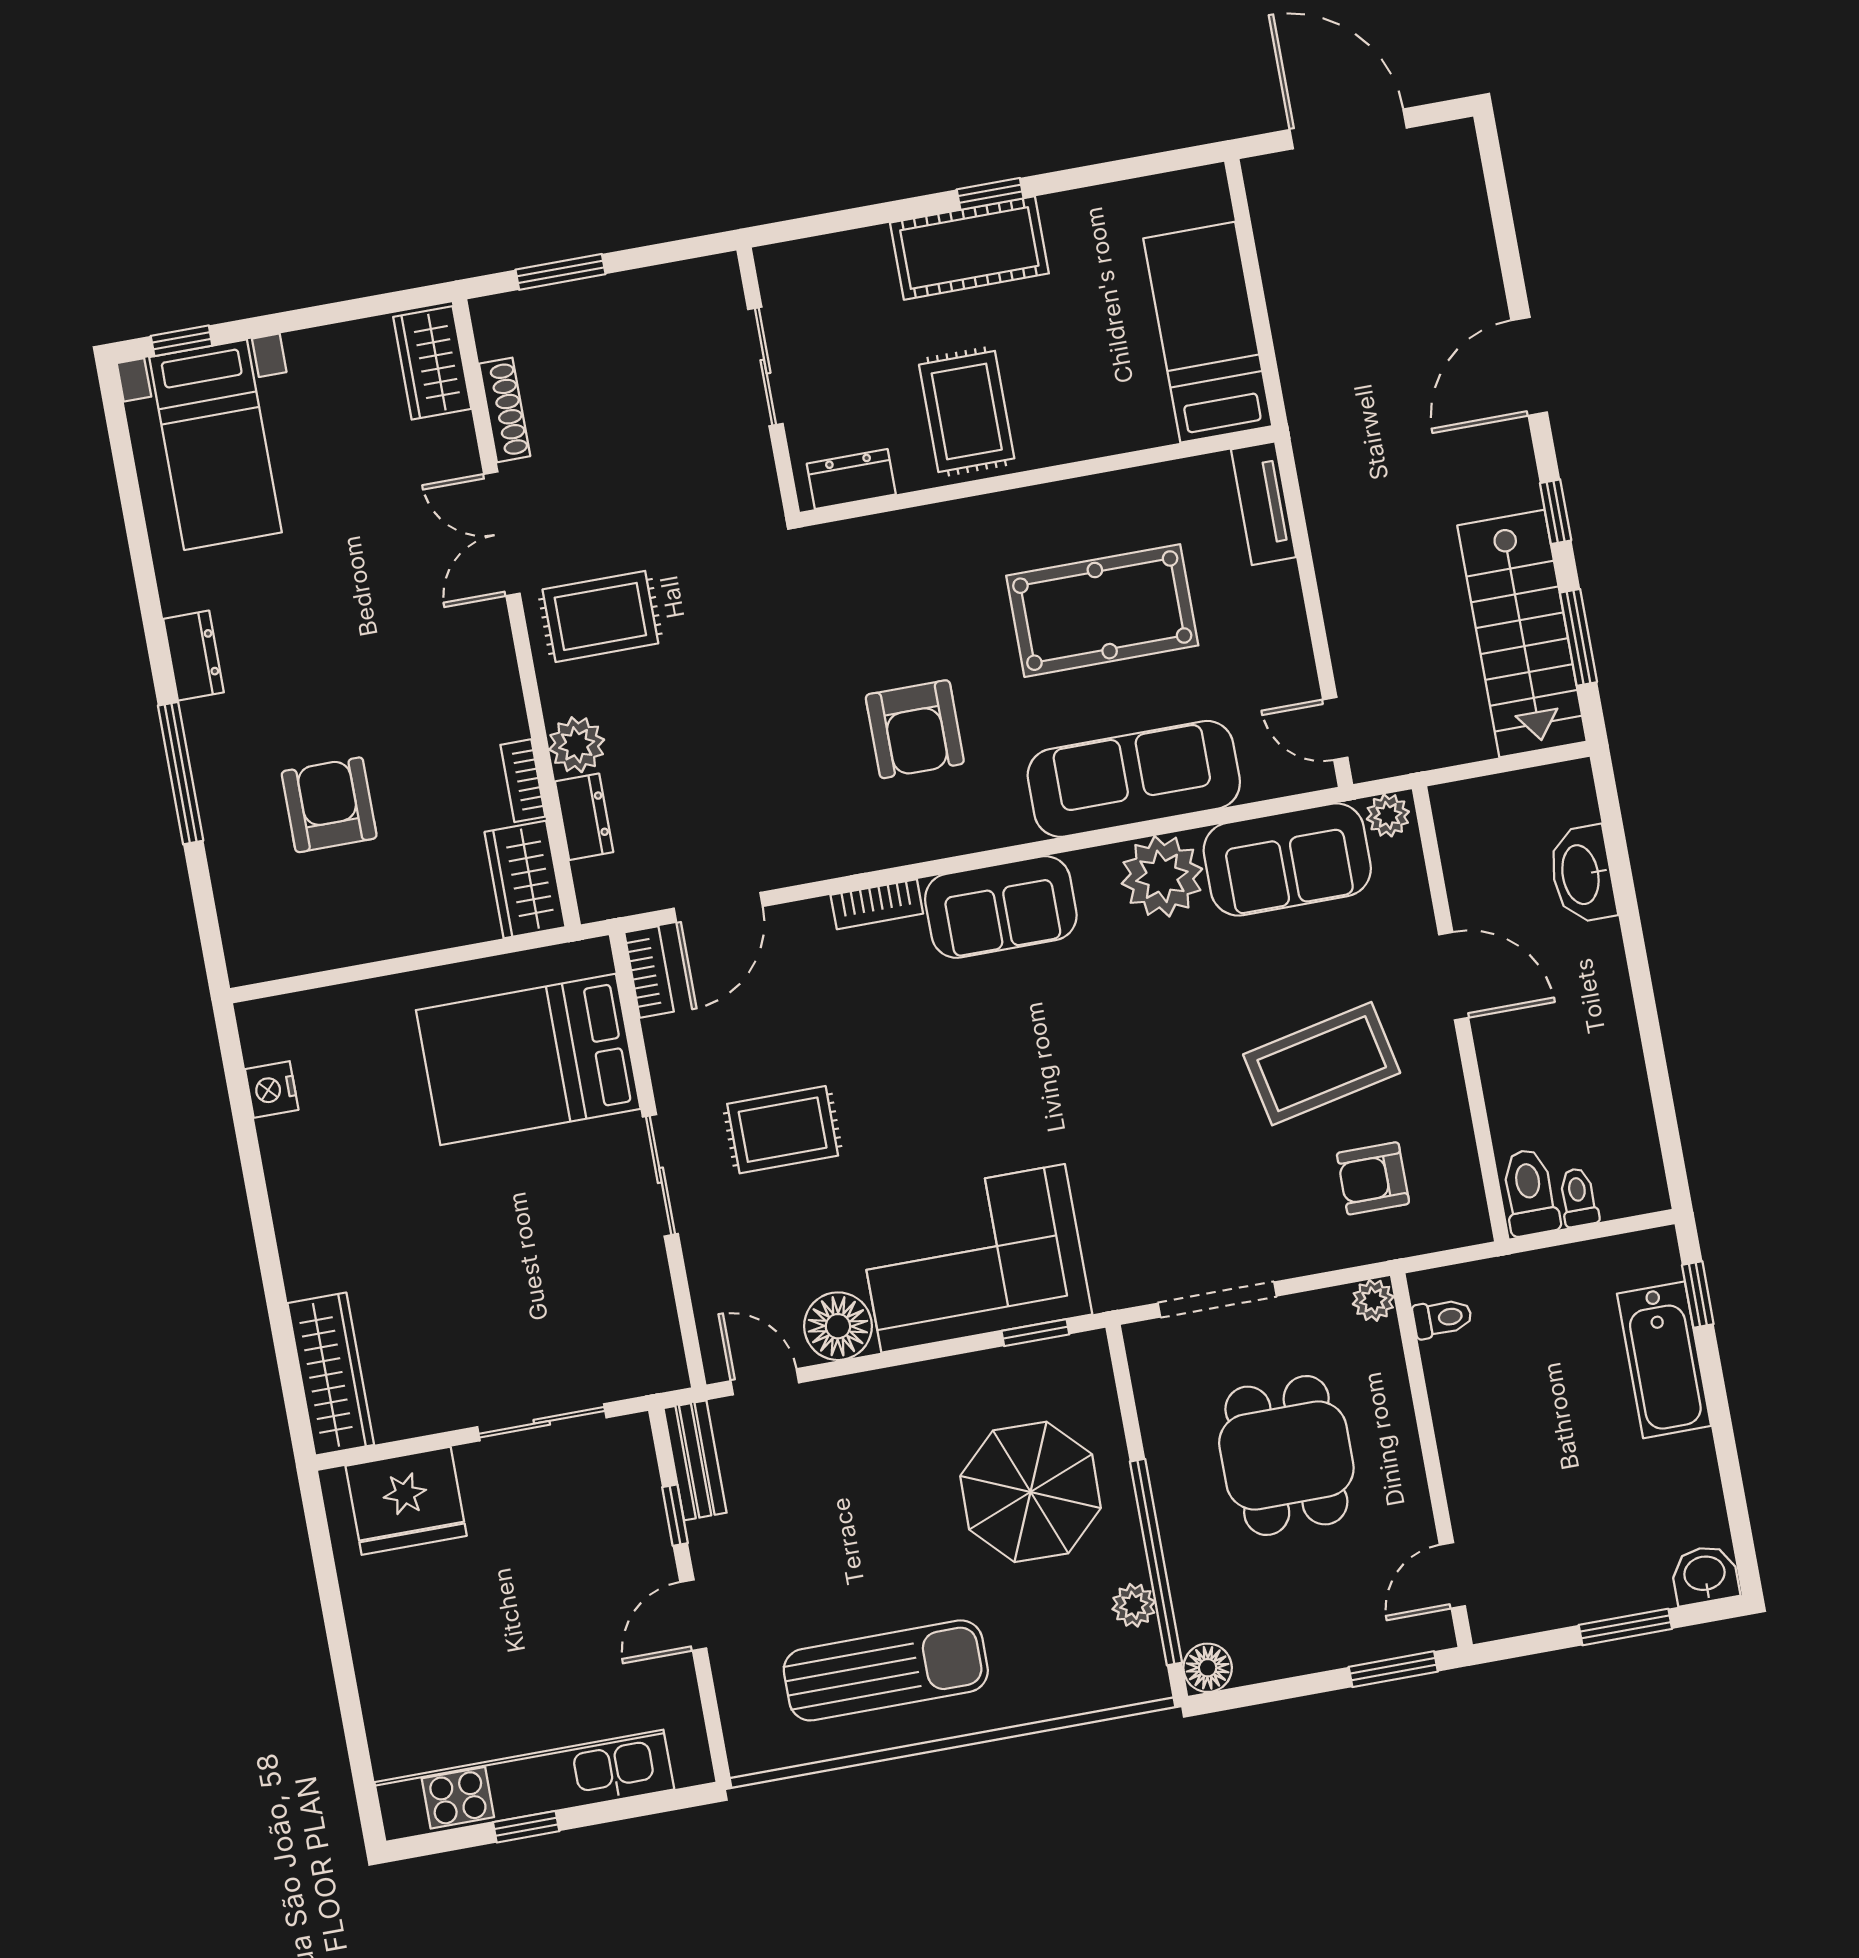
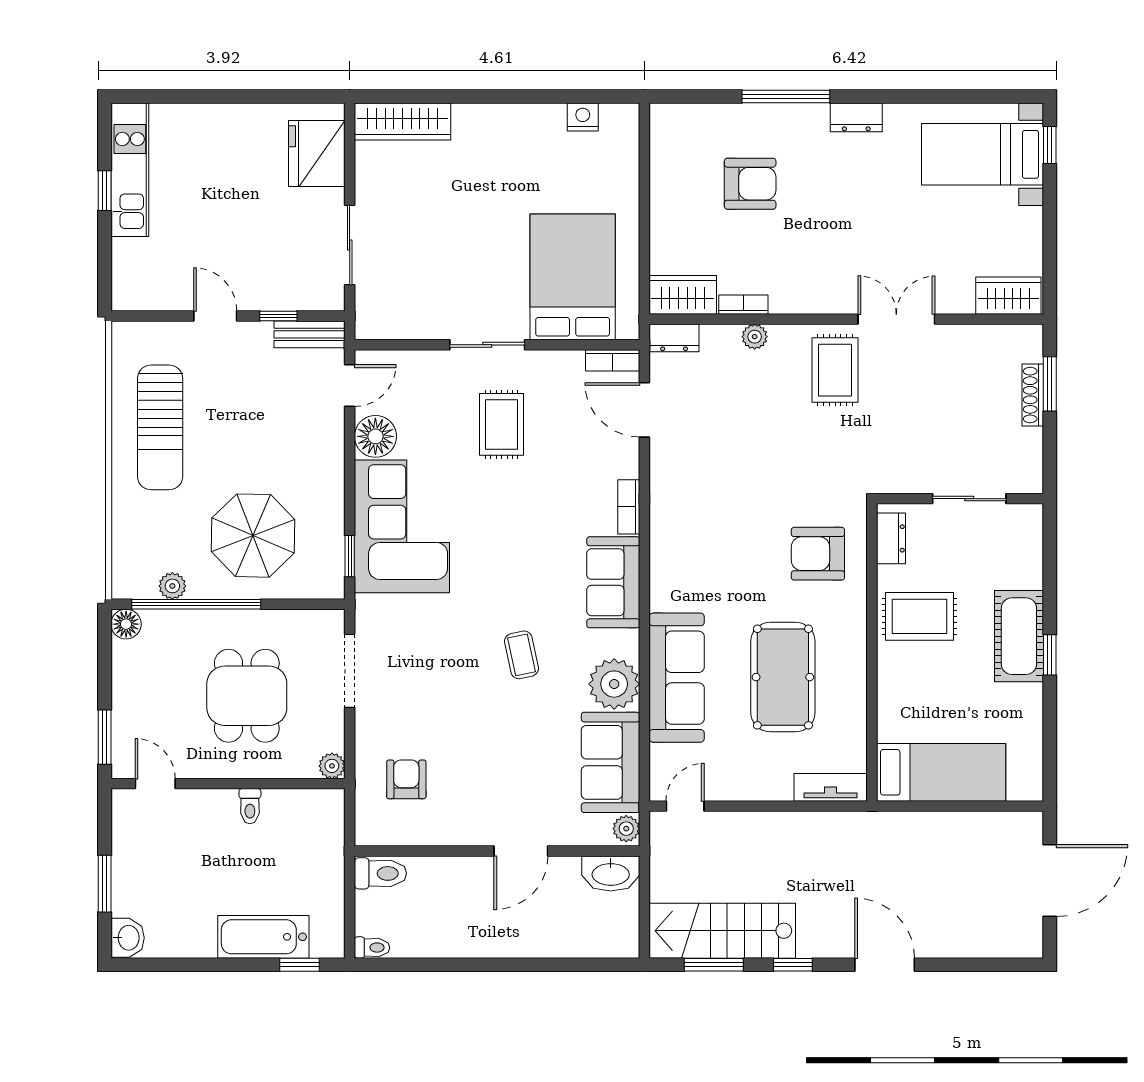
shoe rack: (505, 410) -> (1033, 395), moved, turned 90
armchair: (915, 729) -> (818, 554), moved
plant: (577, 745) -> (755, 337), width x0.73, depth x0.73
dresser: (584, 817) -> (674, 338), moved
washbasin: (1582, 874) -> (611, 873), moved, turned 180
coffee table: (1322, 1064) -> (521, 655), moved, width x0.54, depth x0.58
toilet: (1578, 1197) -> (372, 948), moved
toilet: (1442, 1318) -> (250, 806), moved
dining table: (1286, 1455) -> (247, 696), turned 90
kitchen unit: (524, 1786) -> (130, 170), width x0.73

